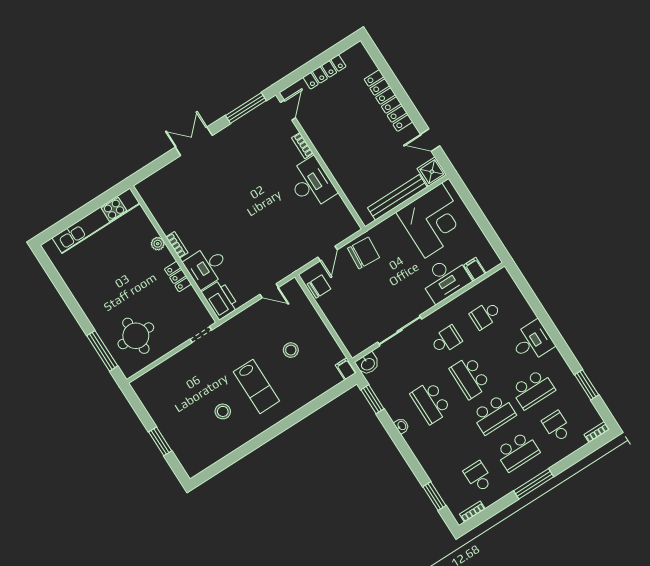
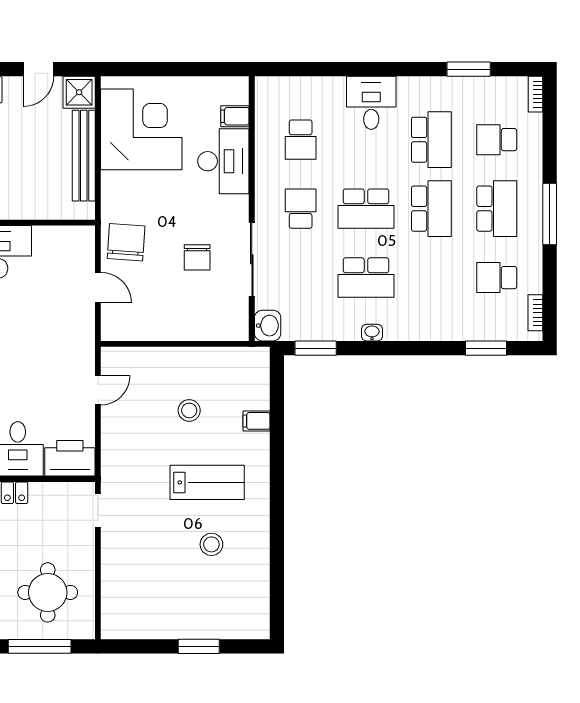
chair: (319, 286) -> (197, 257), moved, turned 180
filing cabinet: (346, 369) -> (257, 421), moved

